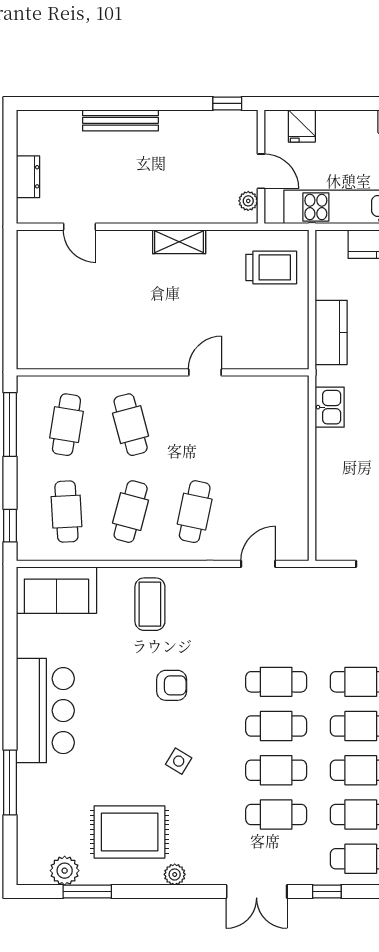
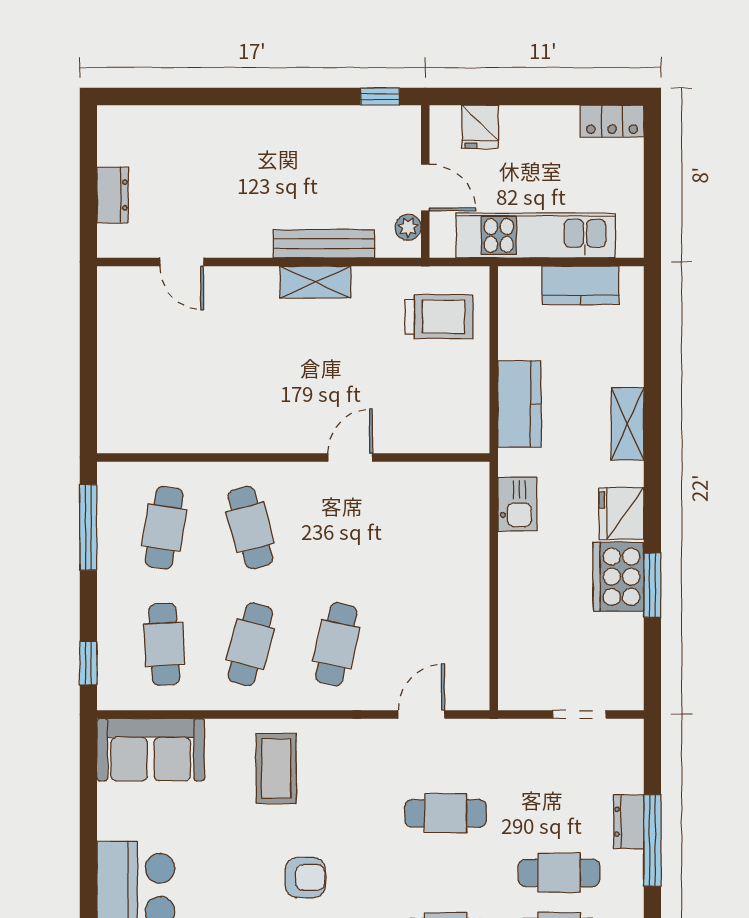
bench: (120, 120) -> (324, 244), moved
cafe table: (276, 682) -> (446, 813), moved

